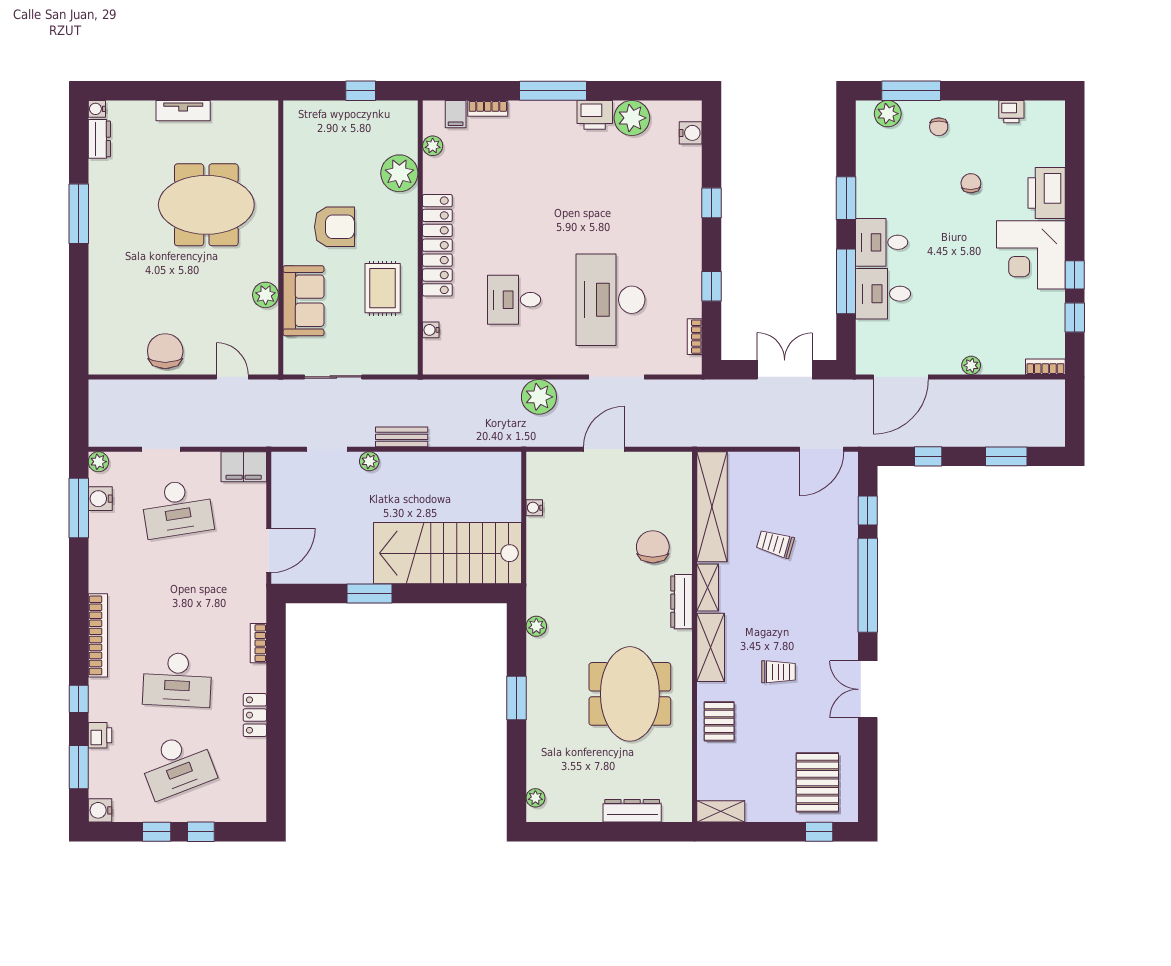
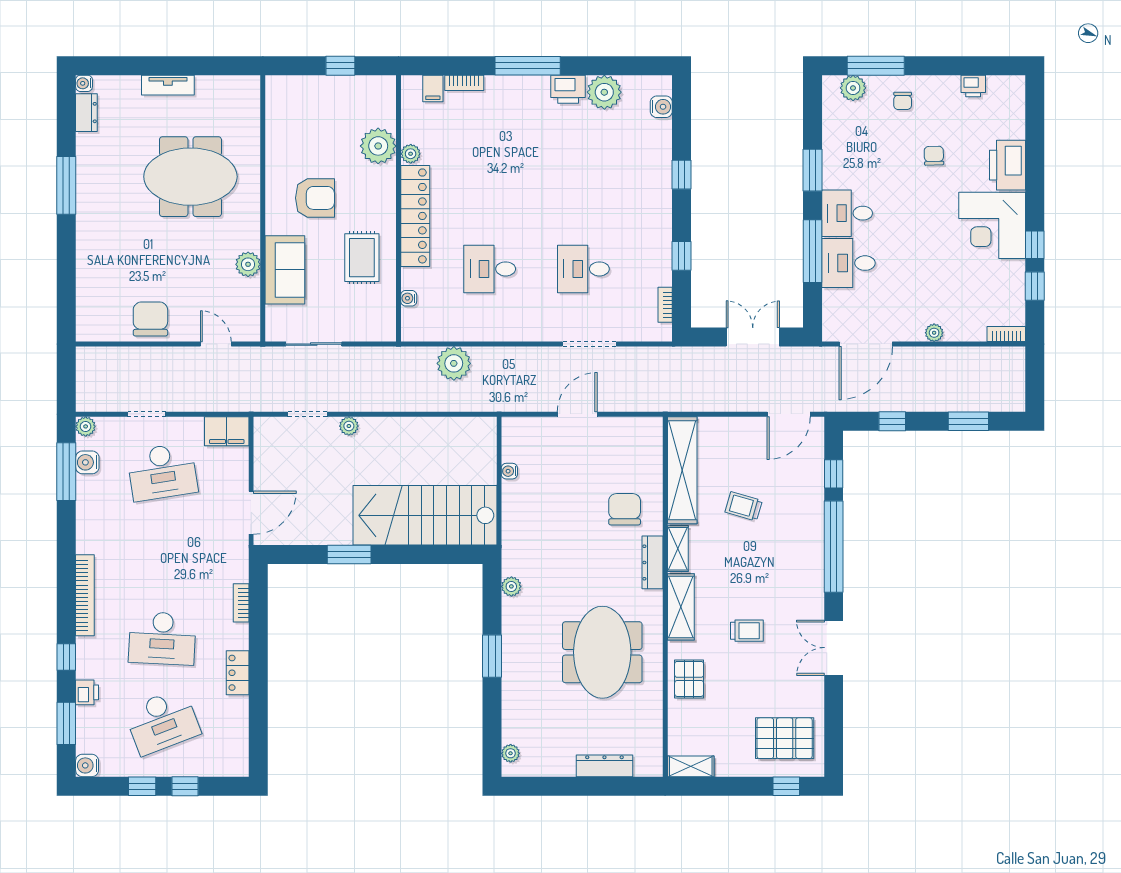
plant: (433, 146) -> (411, 154), moved
desk: (610, 300) -> (583, 269), width x0.53, depth x0.77
plant: (539, 397) -> (454, 363), moved
bench: (402, 437) -> (380, 402), removed
pallet: (817, 782) -> (785, 738), turned 90

